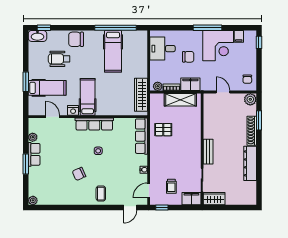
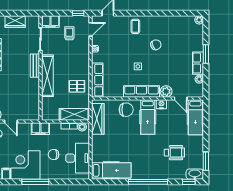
window: (115, 28) -> (148, 182), moved
chair: (76, 39) -> (126, 110), moved
desk: (163, 49) -> (78, 158), width x1.37
hospital bed: (113, 51) -> (111, 170), moved, turned 90
window: (26, 82) -> (206, 161), moved
filing cabinet: (190, 84) -> (40, 129), moved
hospital bed: (47, 88) -> (195, 117), moved, turned -90
door: (223, 92) -> (11, 121), moved
shelving: (180, 100) -> (74, 114), moved
plant: (68, 124) -> (166, 91), added
shelving: (195, 141) -> (47, 76), added
wardrobe: (214, 199) -> (15, 22), moved

